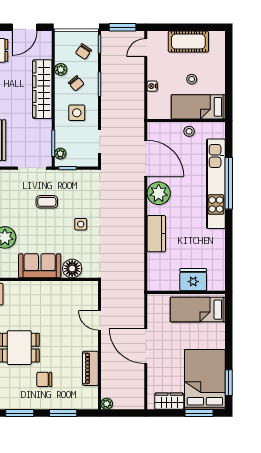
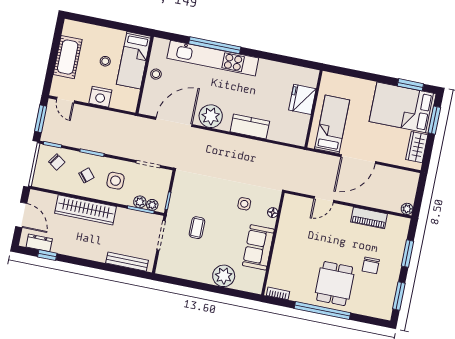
plant: (61, 69) -> (140, 202), moved
nightstand: (152, 86) -> (100, 97), width x1.89, depth x1.79
side table: (81, 224) -> (244, 204), moved
floor lamp: (72, 269) -> (273, 213), width x0.53, depth x0.53
bed: (198, 310) -> (332, 124), moved, turned 180

